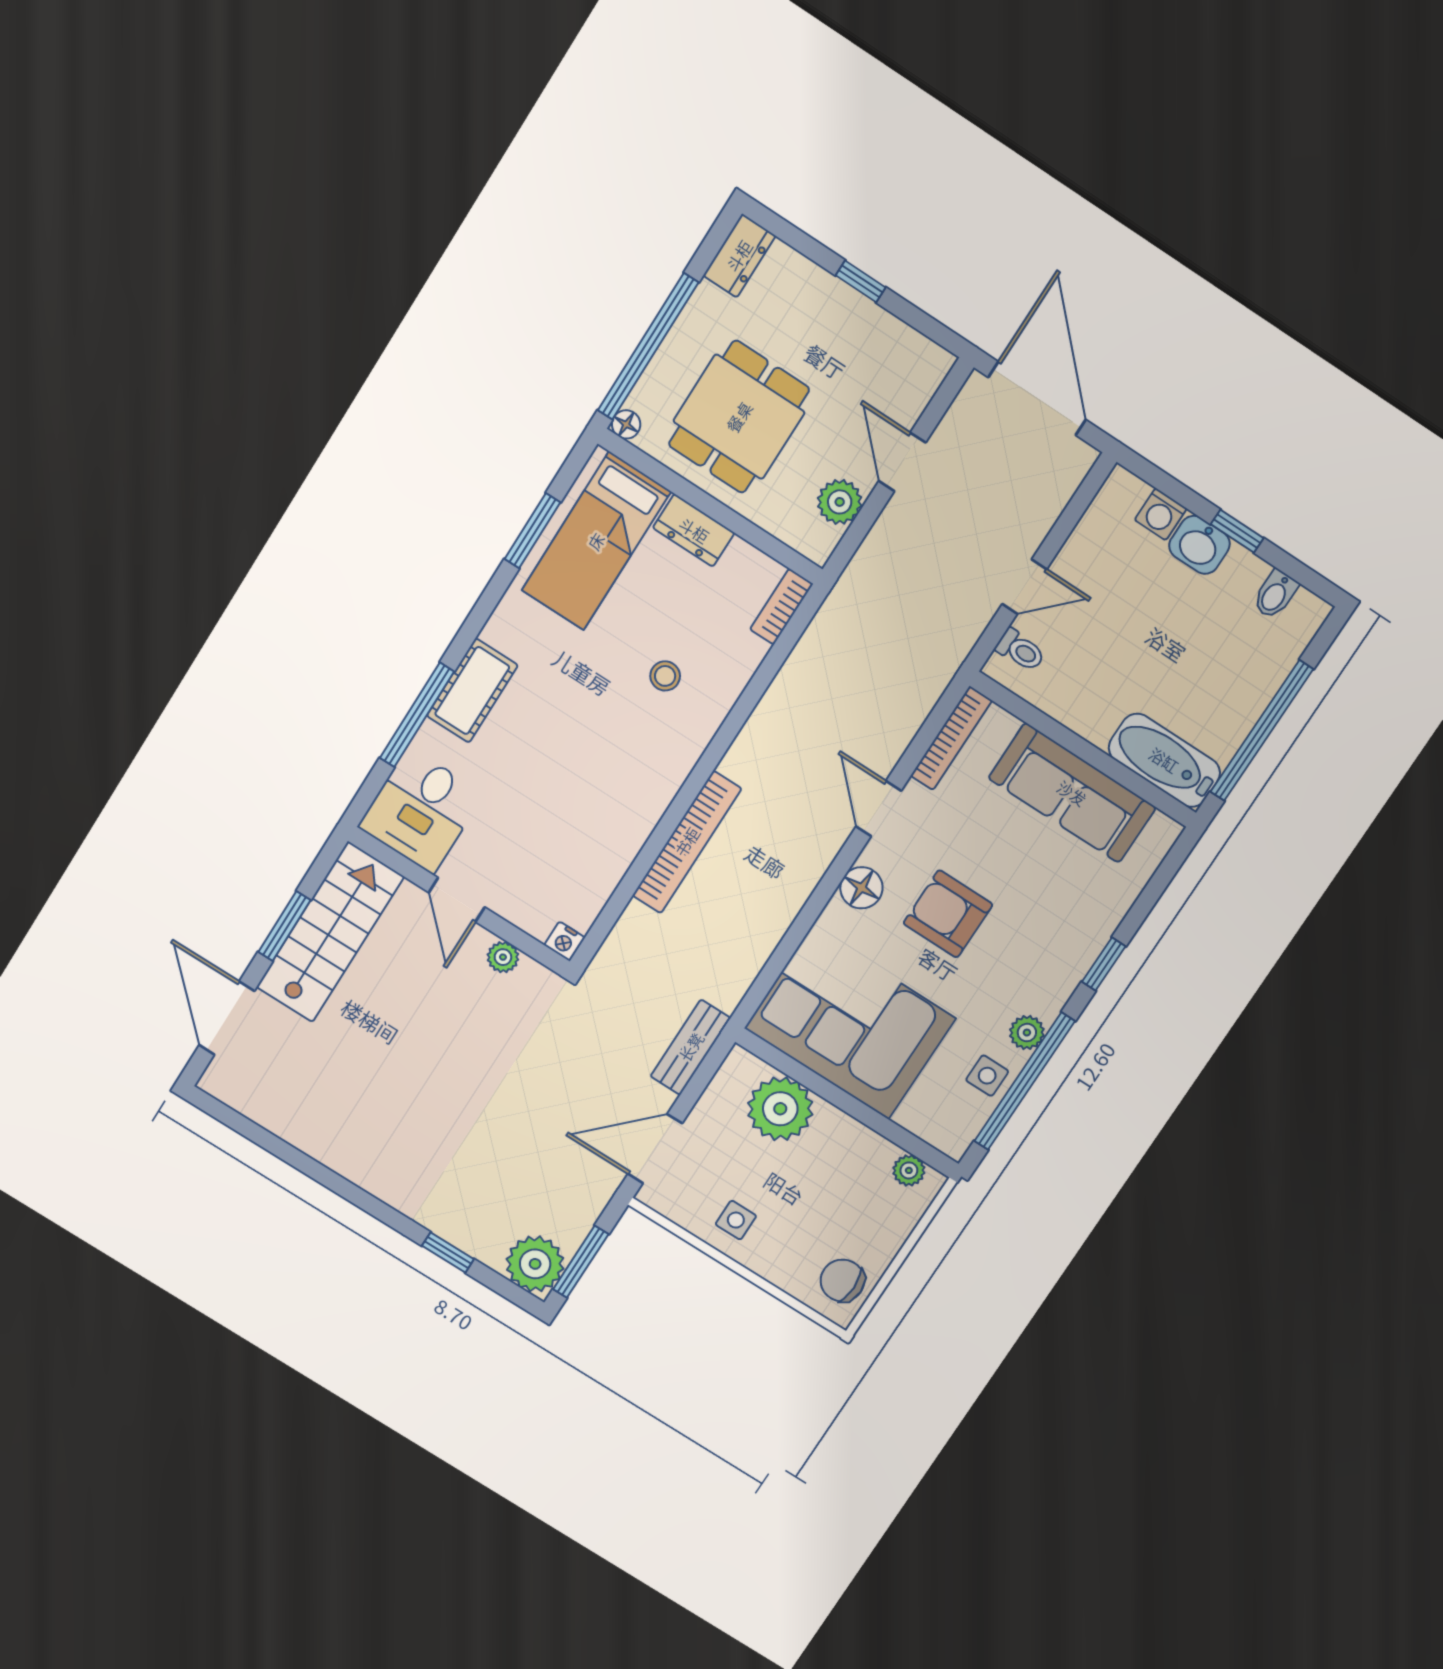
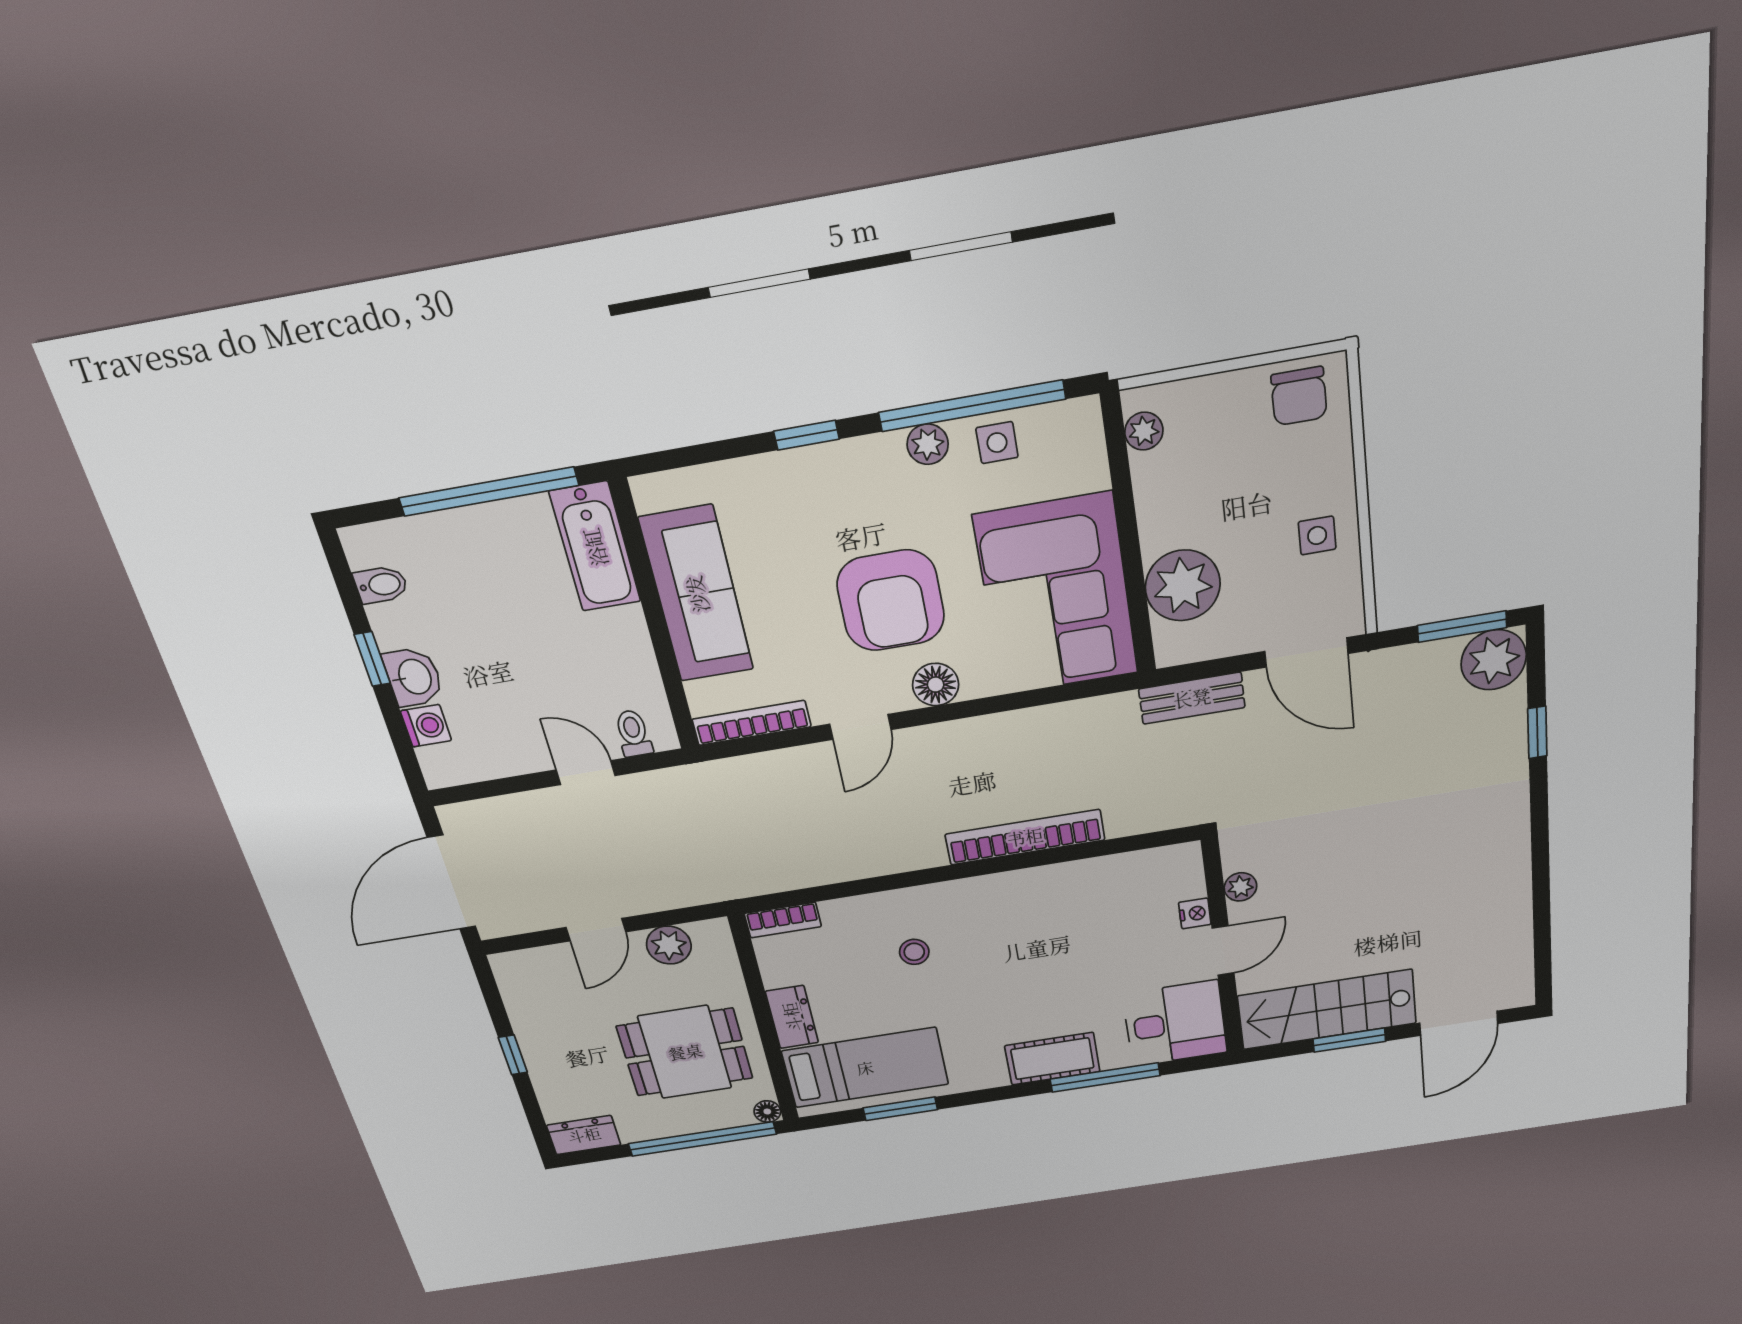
armchair: (948, 914) -> (891, 601), width x1.36, depth x1.36
nightstand: (565, 941) -> (1195, 913), moved

